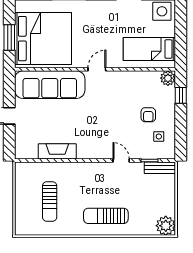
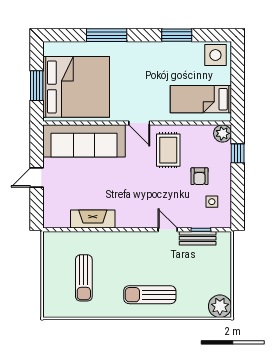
door: (97, 69) -> (139, 123), swing flipped
rug: (122, 92) -> (168, 150), added
bench: (160, 168) -> (198, 238), moved

